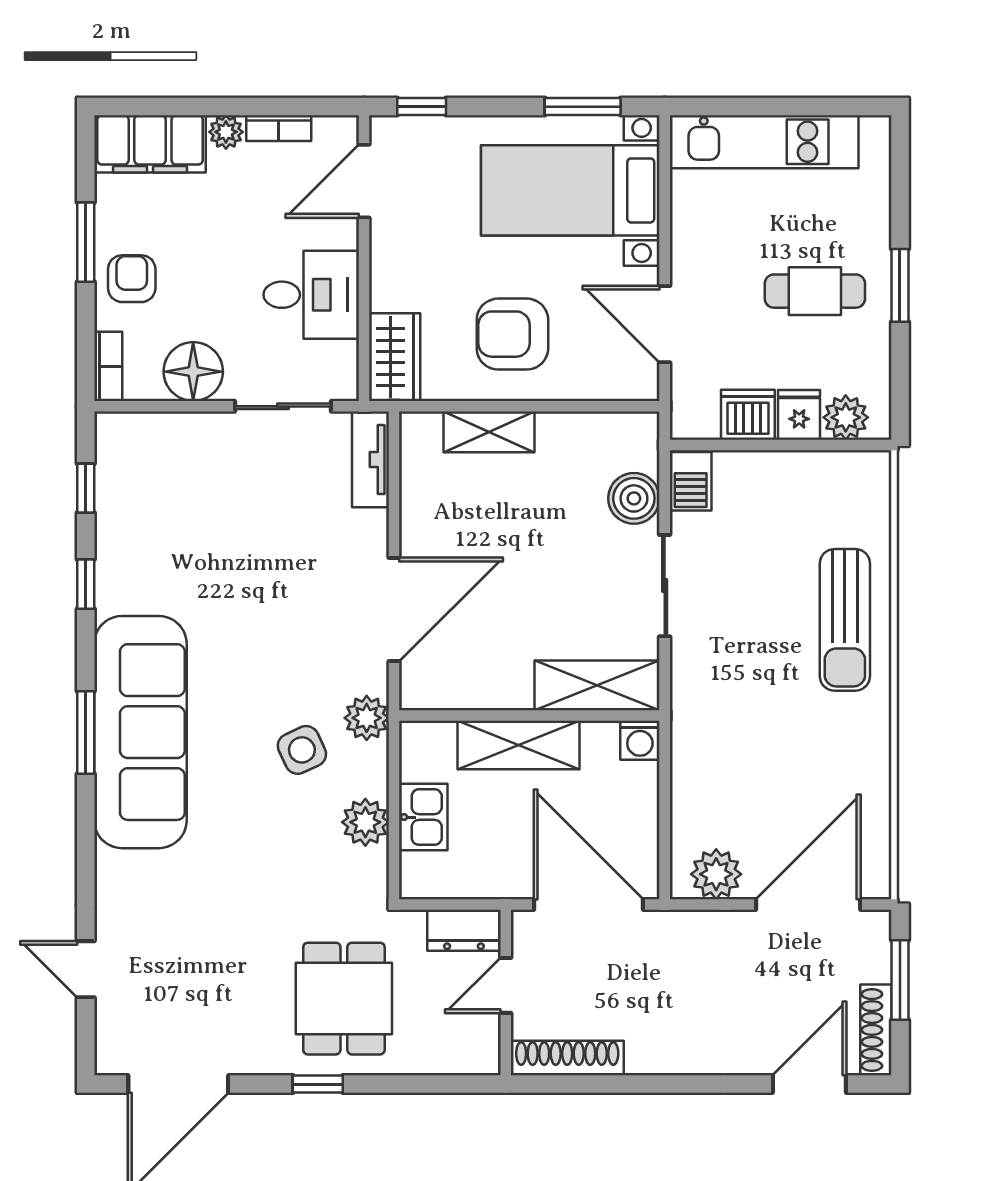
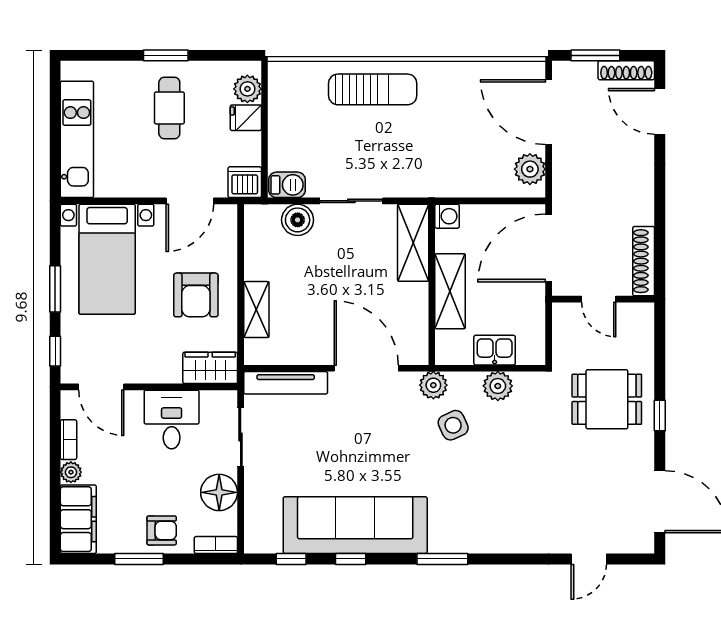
window: (583, 107) -> (55, 289), moved
armchair: (132, 279) -> (162, 530), turned 180
dishwasher: (748, 415) -> (245, 182), moved, turned 90
tv unit: (371, 459) -> (286, 383), width x1.41
sofa: (140, 732) -> (355, 525), moved
dresser: (464, 930) -> (565, 325), removed

